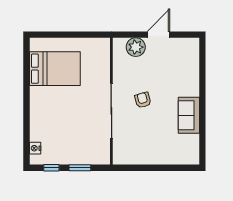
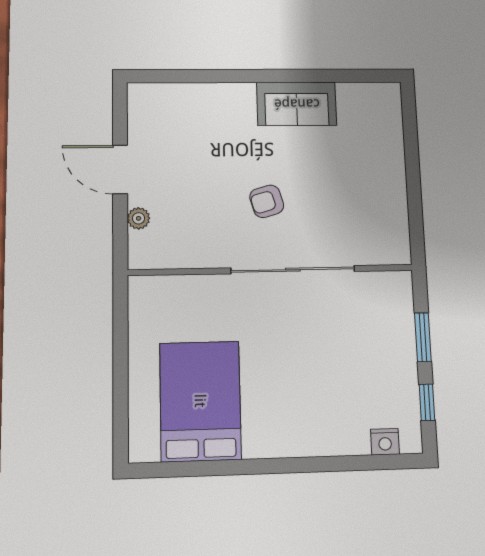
plant: (136, 47) -> (139, 218), width x0.53, depth x0.53

